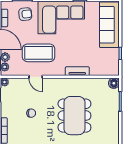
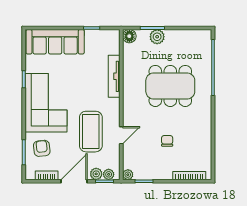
tv unit: (77, 71) -> (114, 76), width x1.41
plant: (113, 105) -> (157, 37), added

